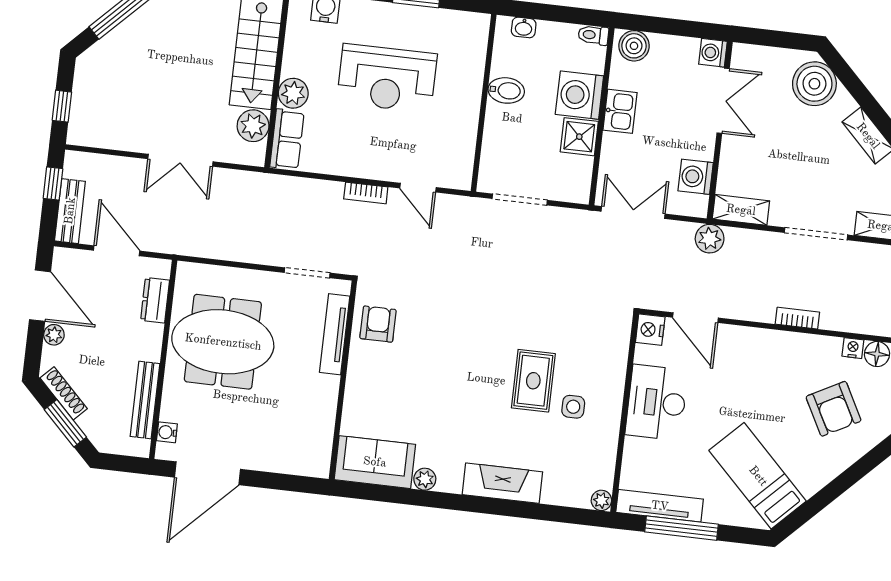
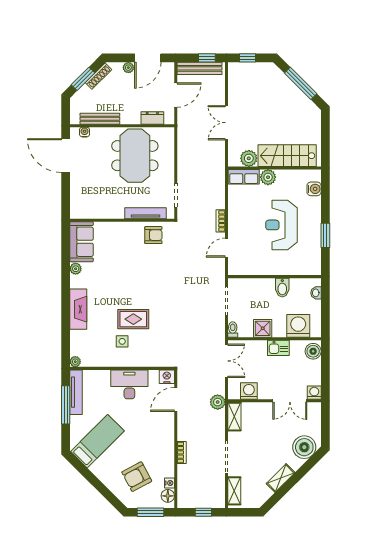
toilet: (593, 35) -> (233, 330), moved
washing machine: (579, 95) -> (298, 326), moved
bench: (70, 211) -> (199, 68), width x1.36

